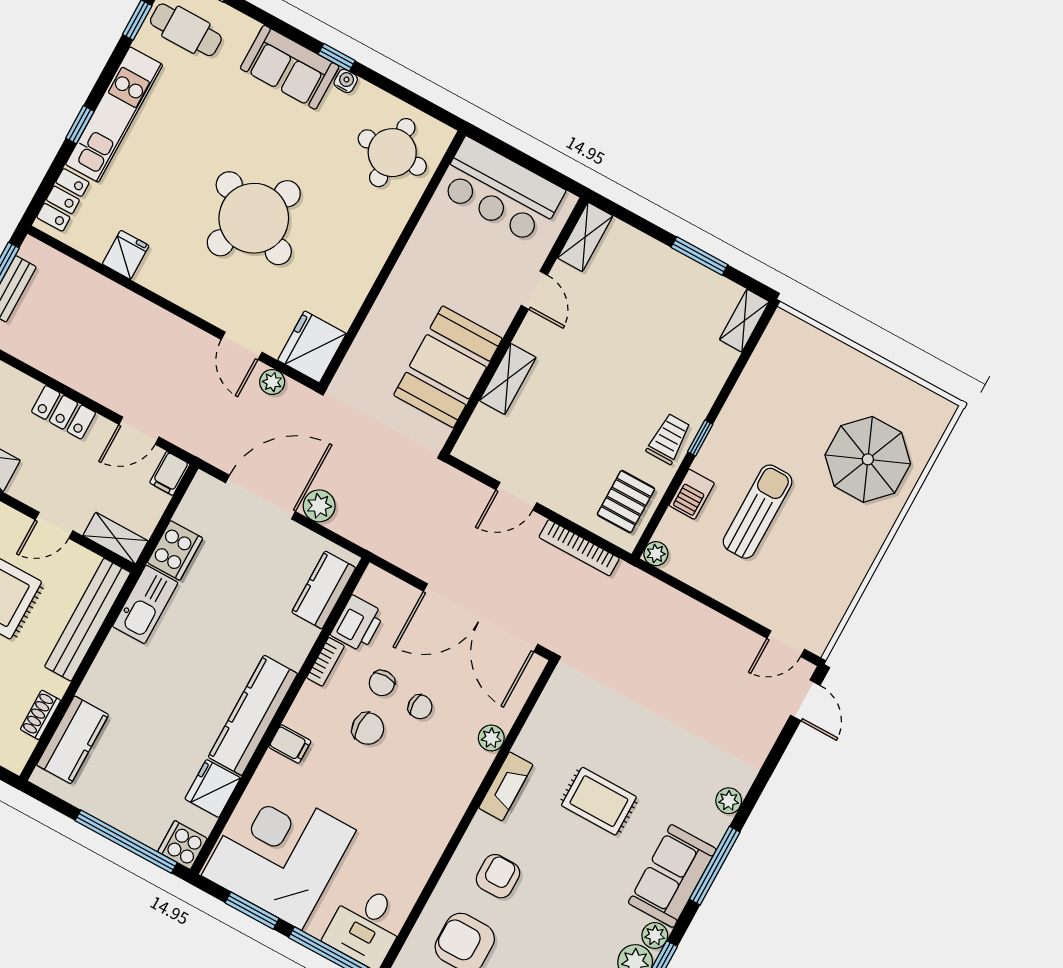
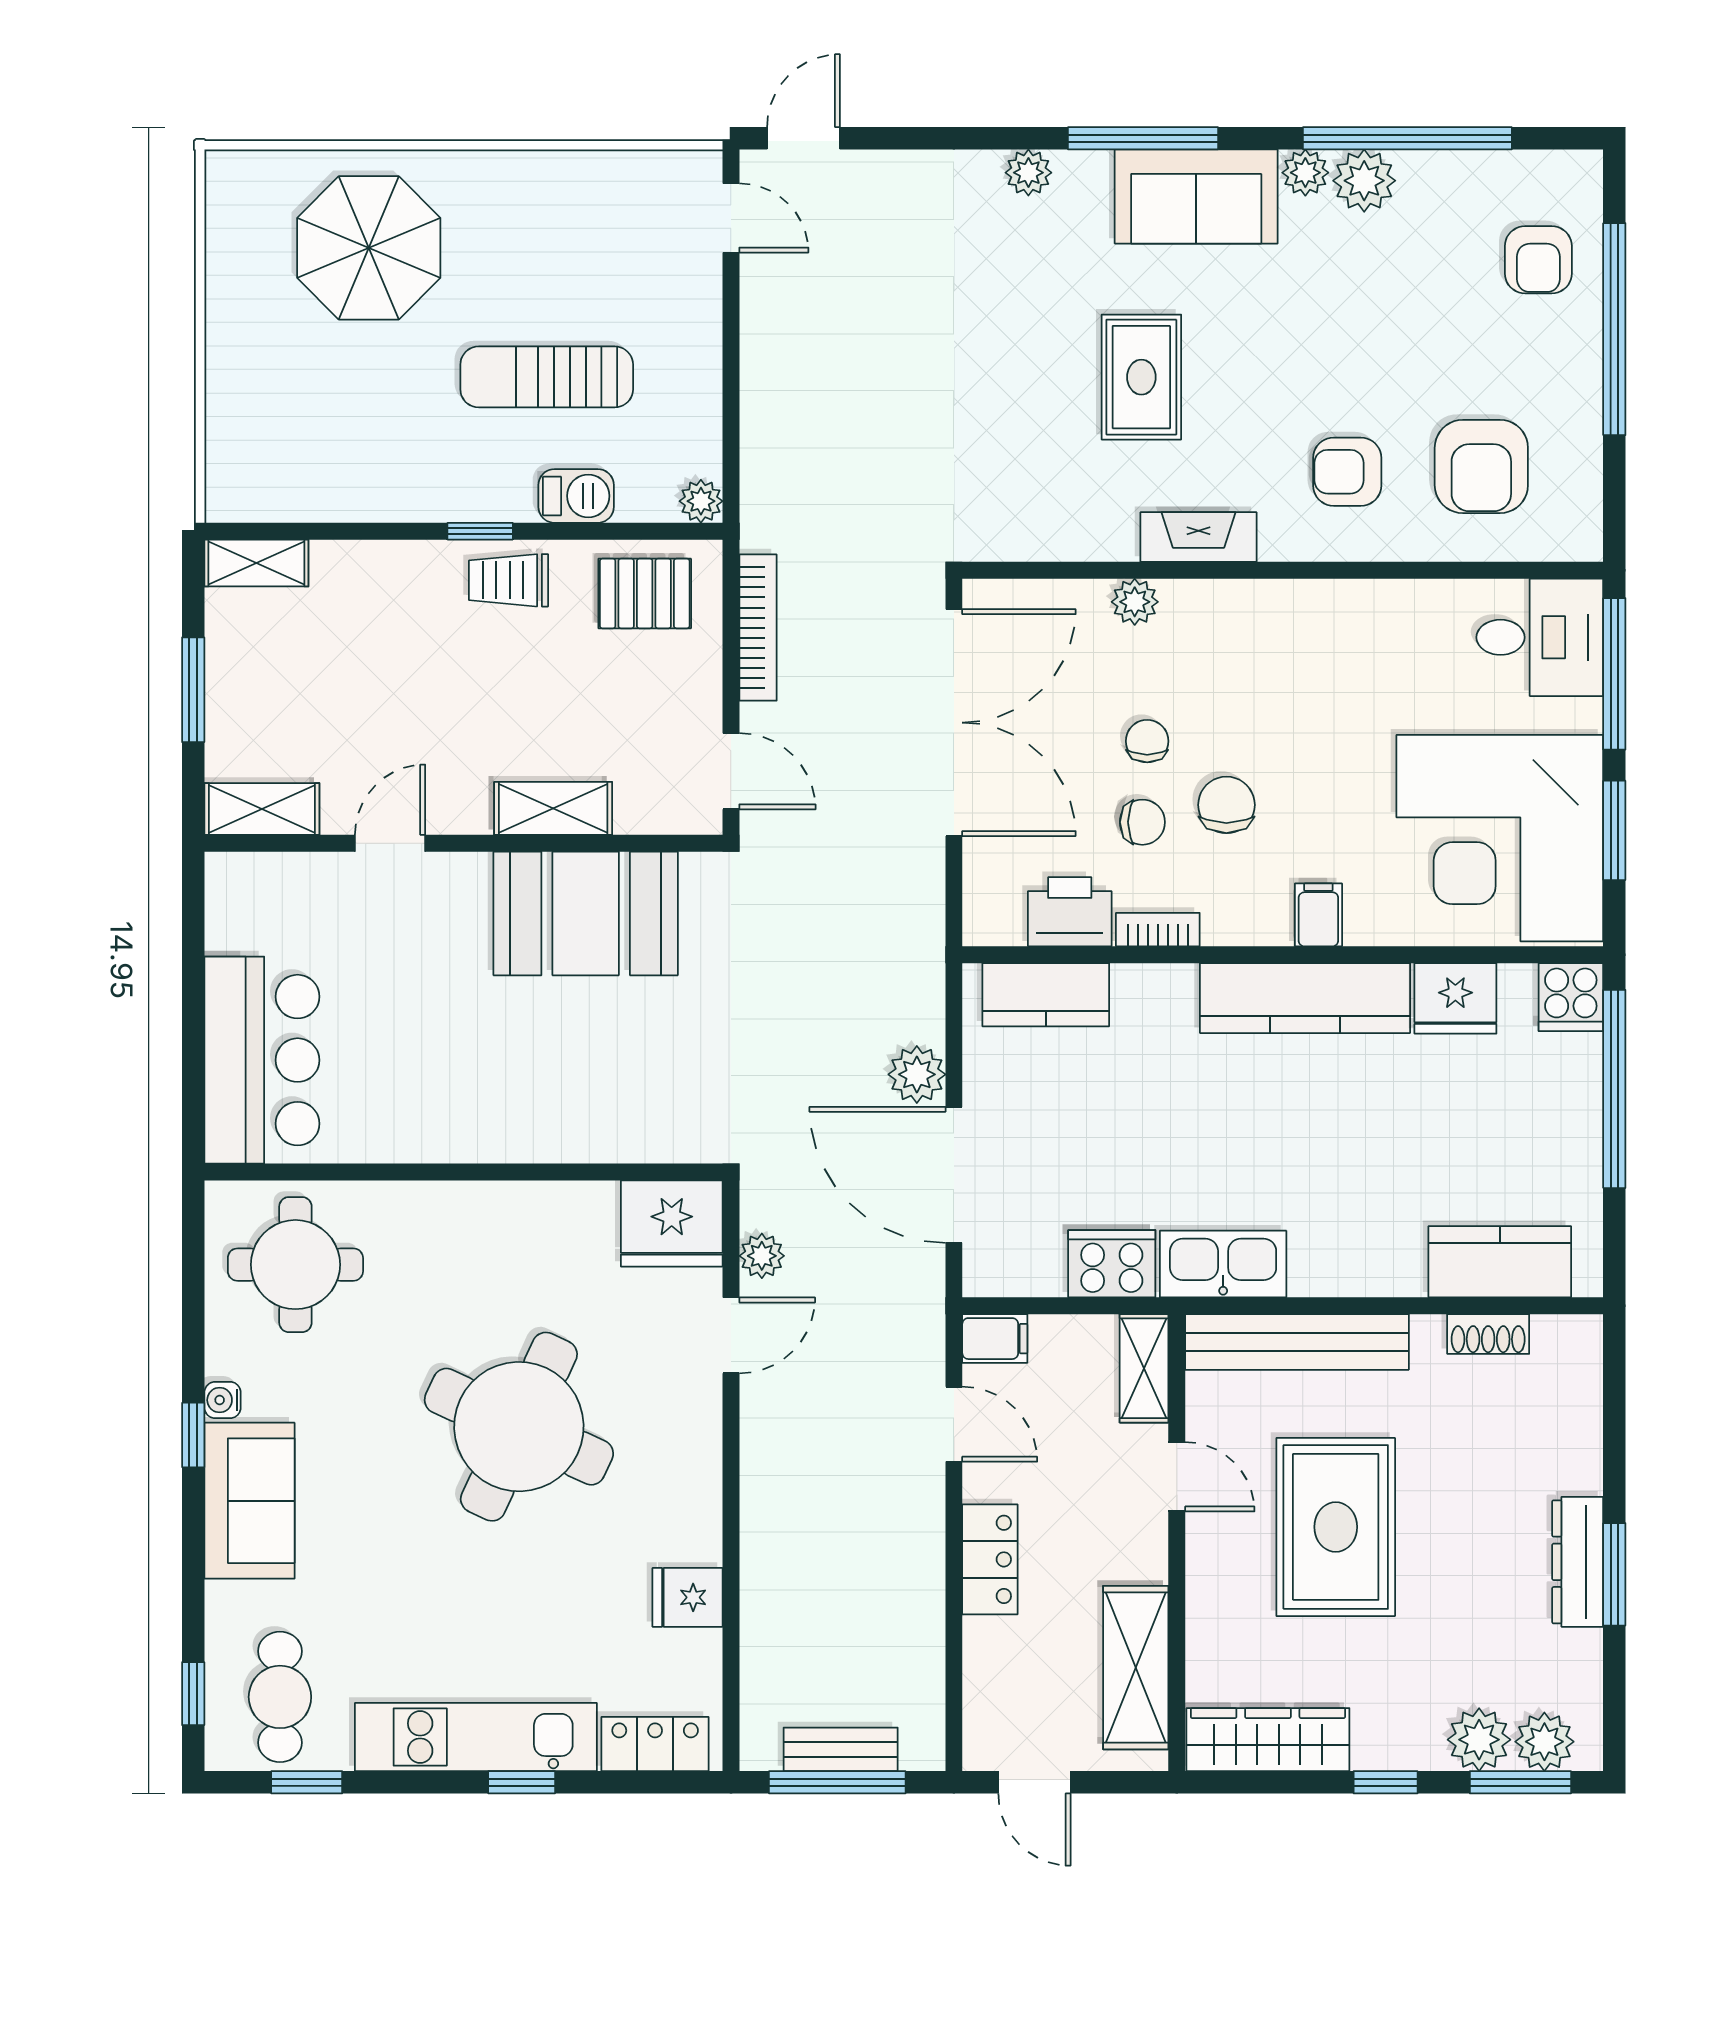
shelving: (585, 237) -> (262, 809), moved
door: (534, 290) -> (390, 843), moved
wall: (515, 326) -> (463, 843), moved
booth: (448, 367) -> (586, 913), moved
shelving: (508, 379) -> (553, 808), moved

